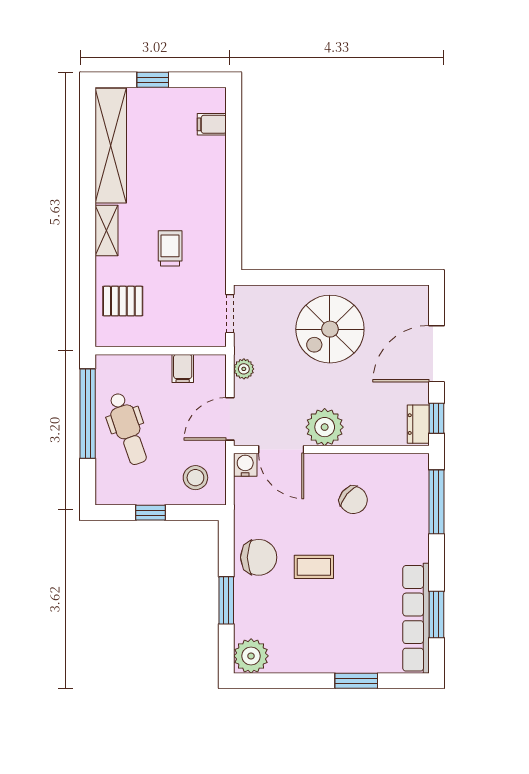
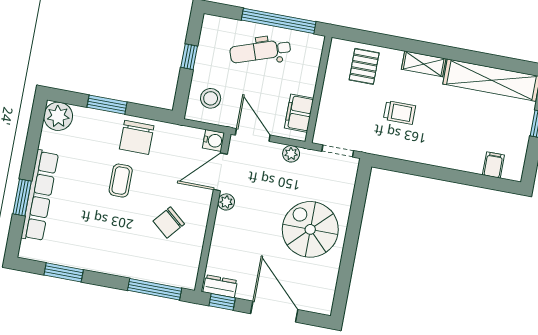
filing cabinet: (183, 368) -> (299, 113), width x2.00
plant: (325, 427) -> (226, 202), width x0.53, depth x0.53
row of seats: (416, 618) -> (40, 196), moved, turned 90

